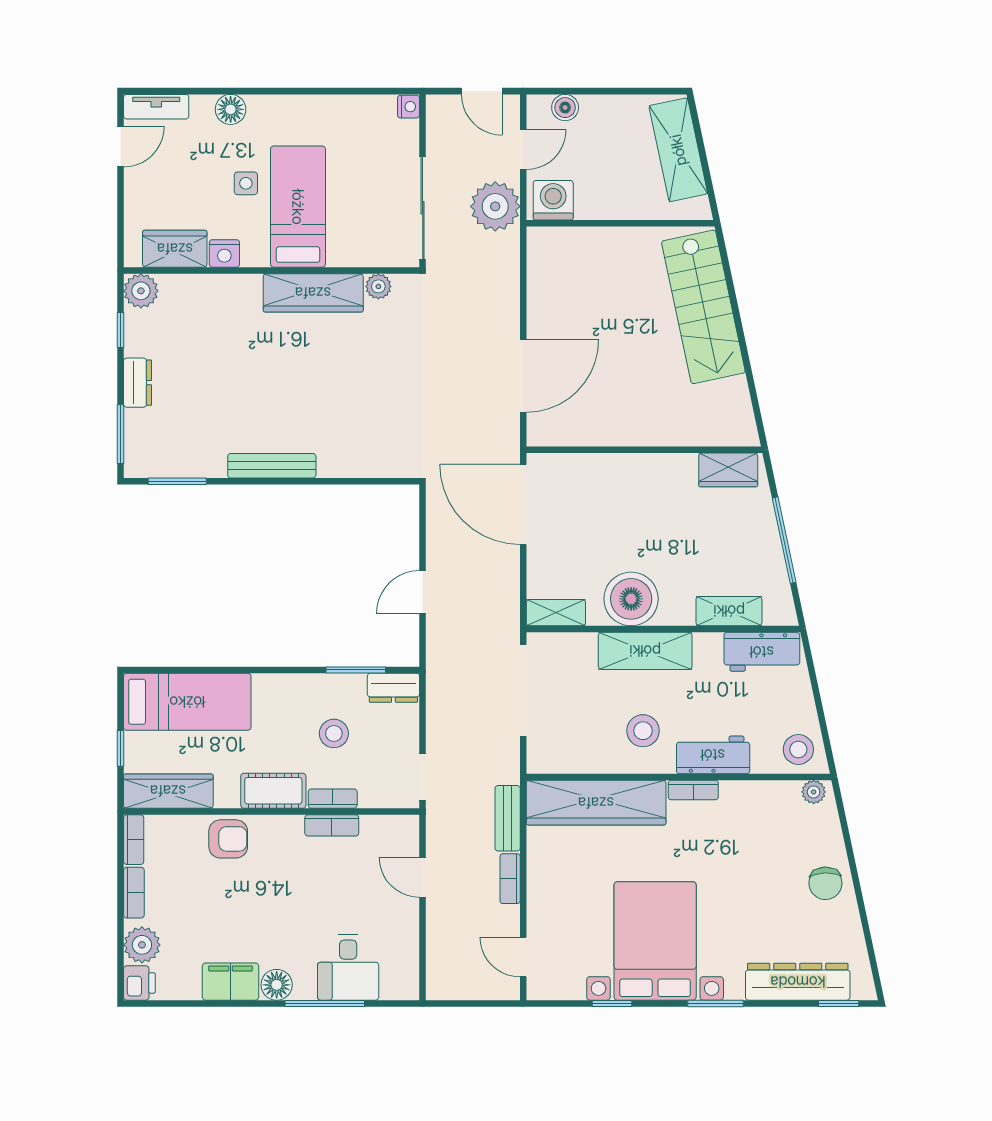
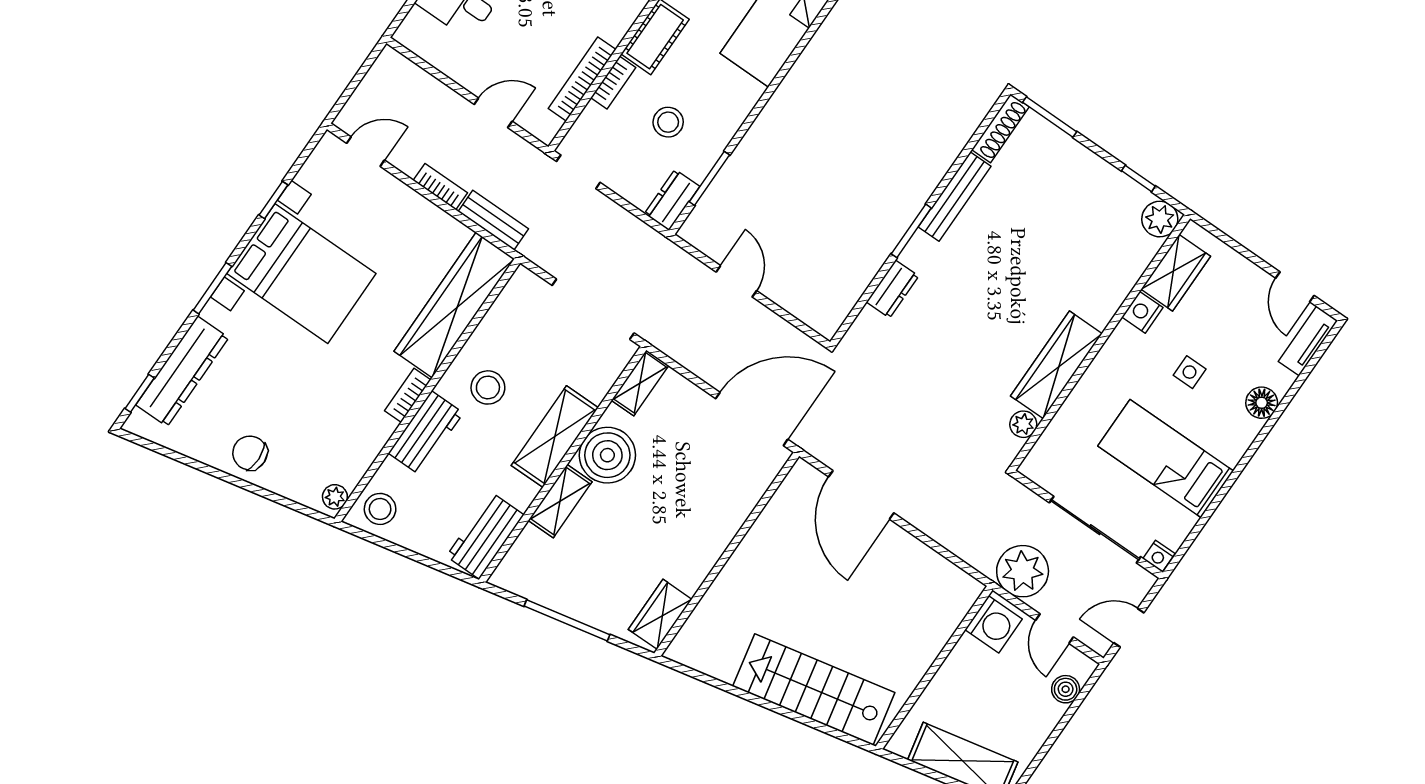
bed: (298, 207) -> (1166, 458), moved, turned 180
sliding door: (423, 208) -> (1095, 530), moved
dresser: (138, 383) -> (893, 289), moved, turned -90
bench: (272, 466) -> (955, 197), moved
shoe rack: (156, 467) -> (1000, 128), added
window: (177, 481) -> (911, 231), moved
shelving: (729, 611) -> (560, 501), moved
bookcase: (332, 825) -> (582, 79), width x1.56

